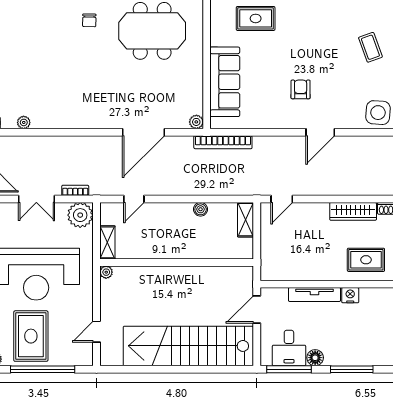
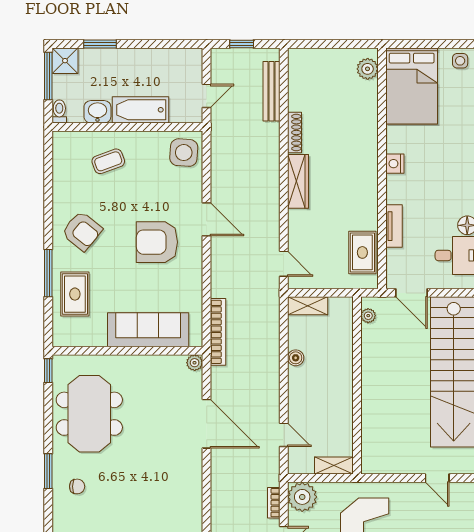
armchair: (310, 25) -> (82, 231), added
armchair: (301, 89) -> (157, 242), width x1.88, depth x1.88
rug: (366, 260) -> (362, 252), moved
plant: (106, 272) -> (368, 316), moved
tv unit: (314, 294) -> (394, 226), width x0.71
nightstand: (350, 295) -> (395, 164), moved

